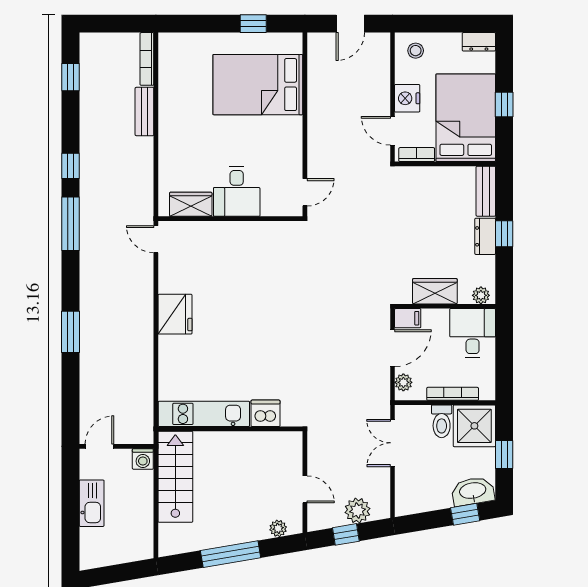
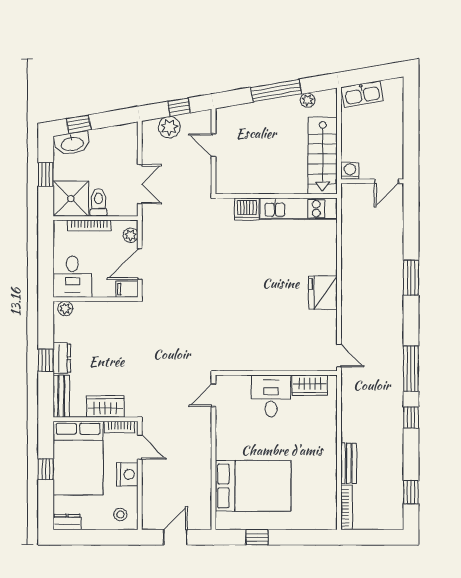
wardrobe: (435, 291) -> (105, 407), moved, turned 180
kitchen sink: (92, 503) -> (362, 94), moved, turned -100
plant: (278, 528) -> (308, 100), moved

